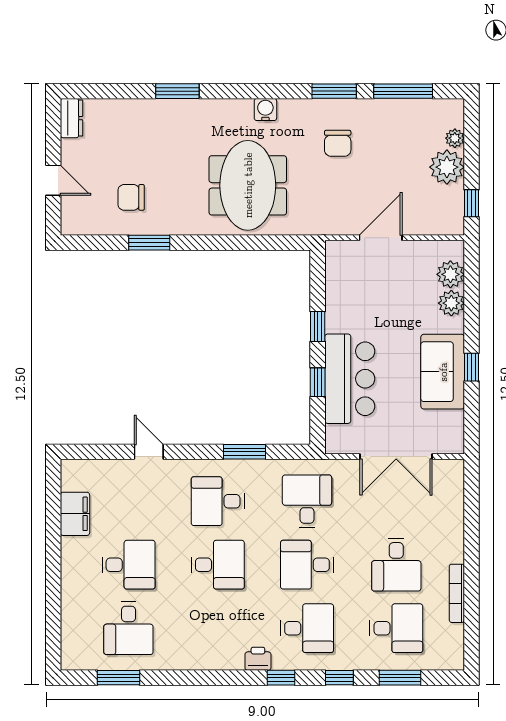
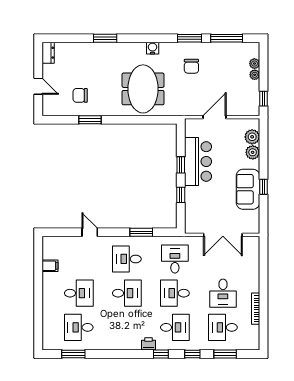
plant: (447, 167) -> (255, 75), width x0.53, depth x0.53
bar counter: (350, 379) -> (198, 161), moved
filing cabinet: (75, 514) -> (50, 266), width x0.50
desk: (128, 628) -> (79, 327), turned 90
desk: (396, 628) -> (223, 327), turned 180

